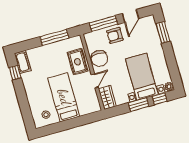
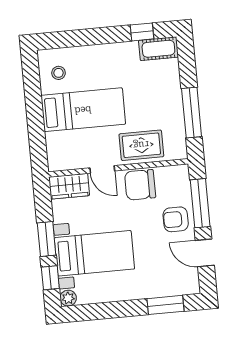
armchair: (115, 35) -> (176, 219), turned -90

